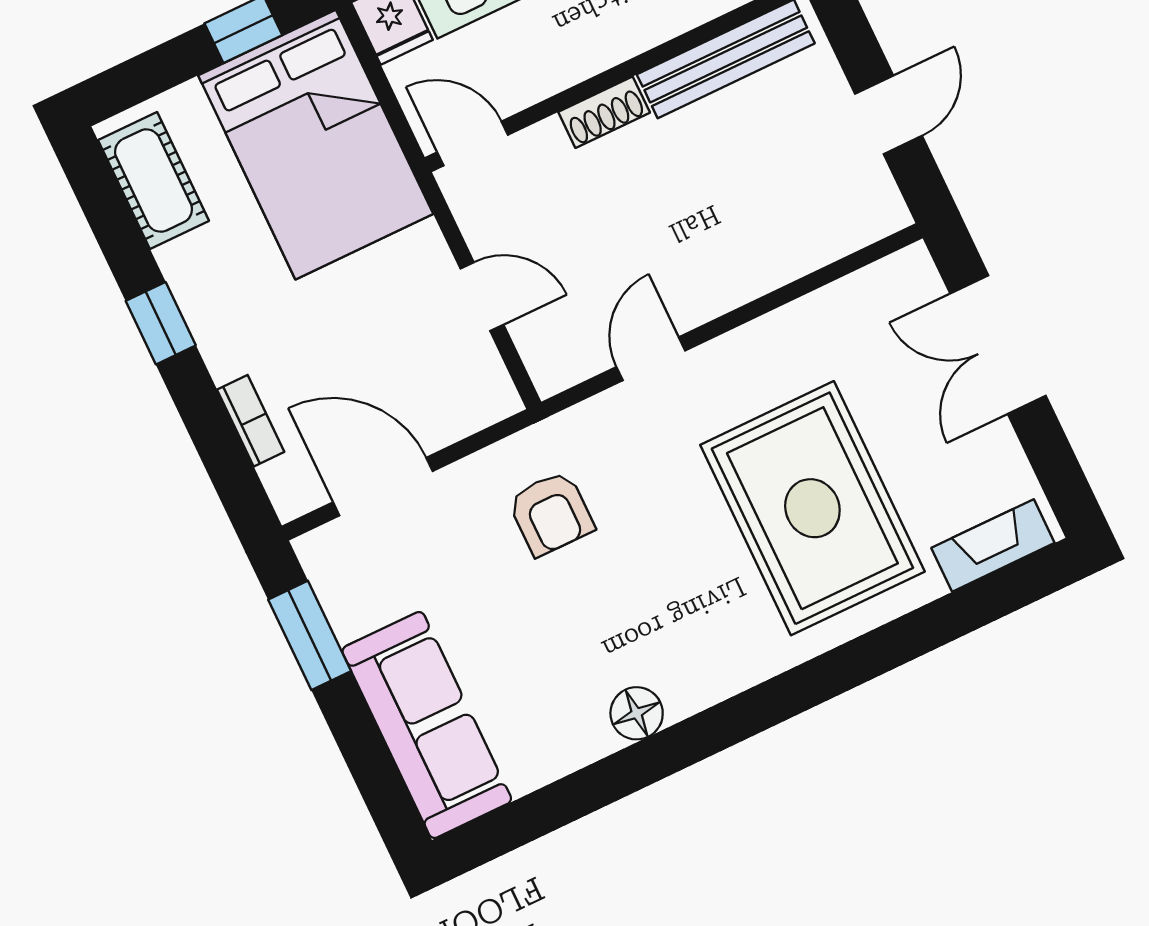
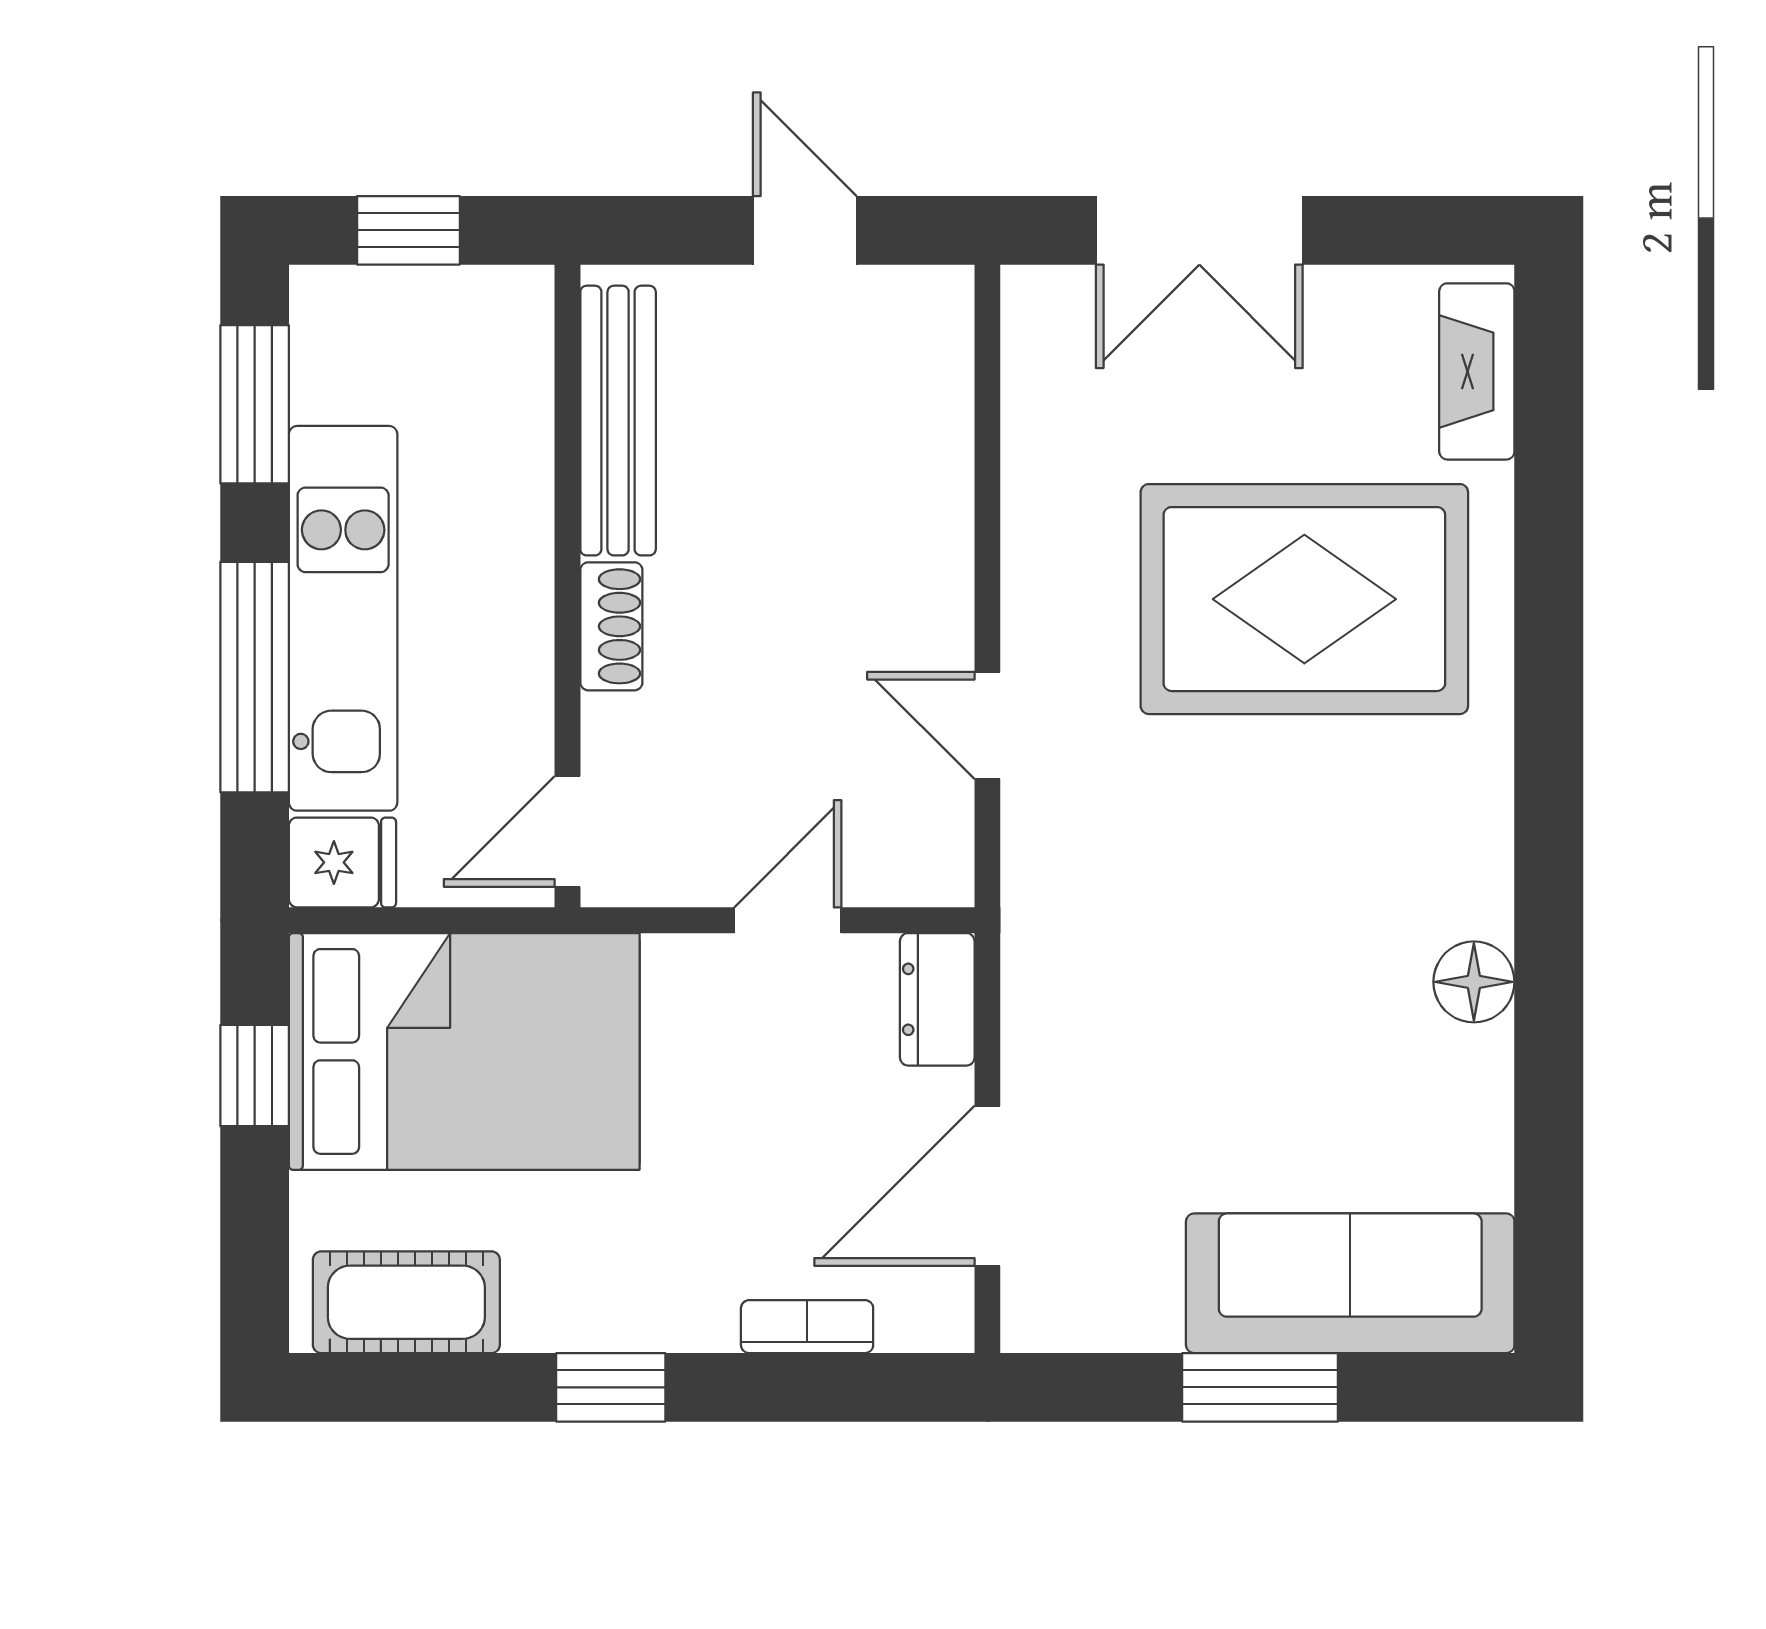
dresser: (477, 406) -> (937, 999), added
armchair: (551, 513) -> (1137, 968), removed
window: (310, 635) -> (1260, 1387), moved

